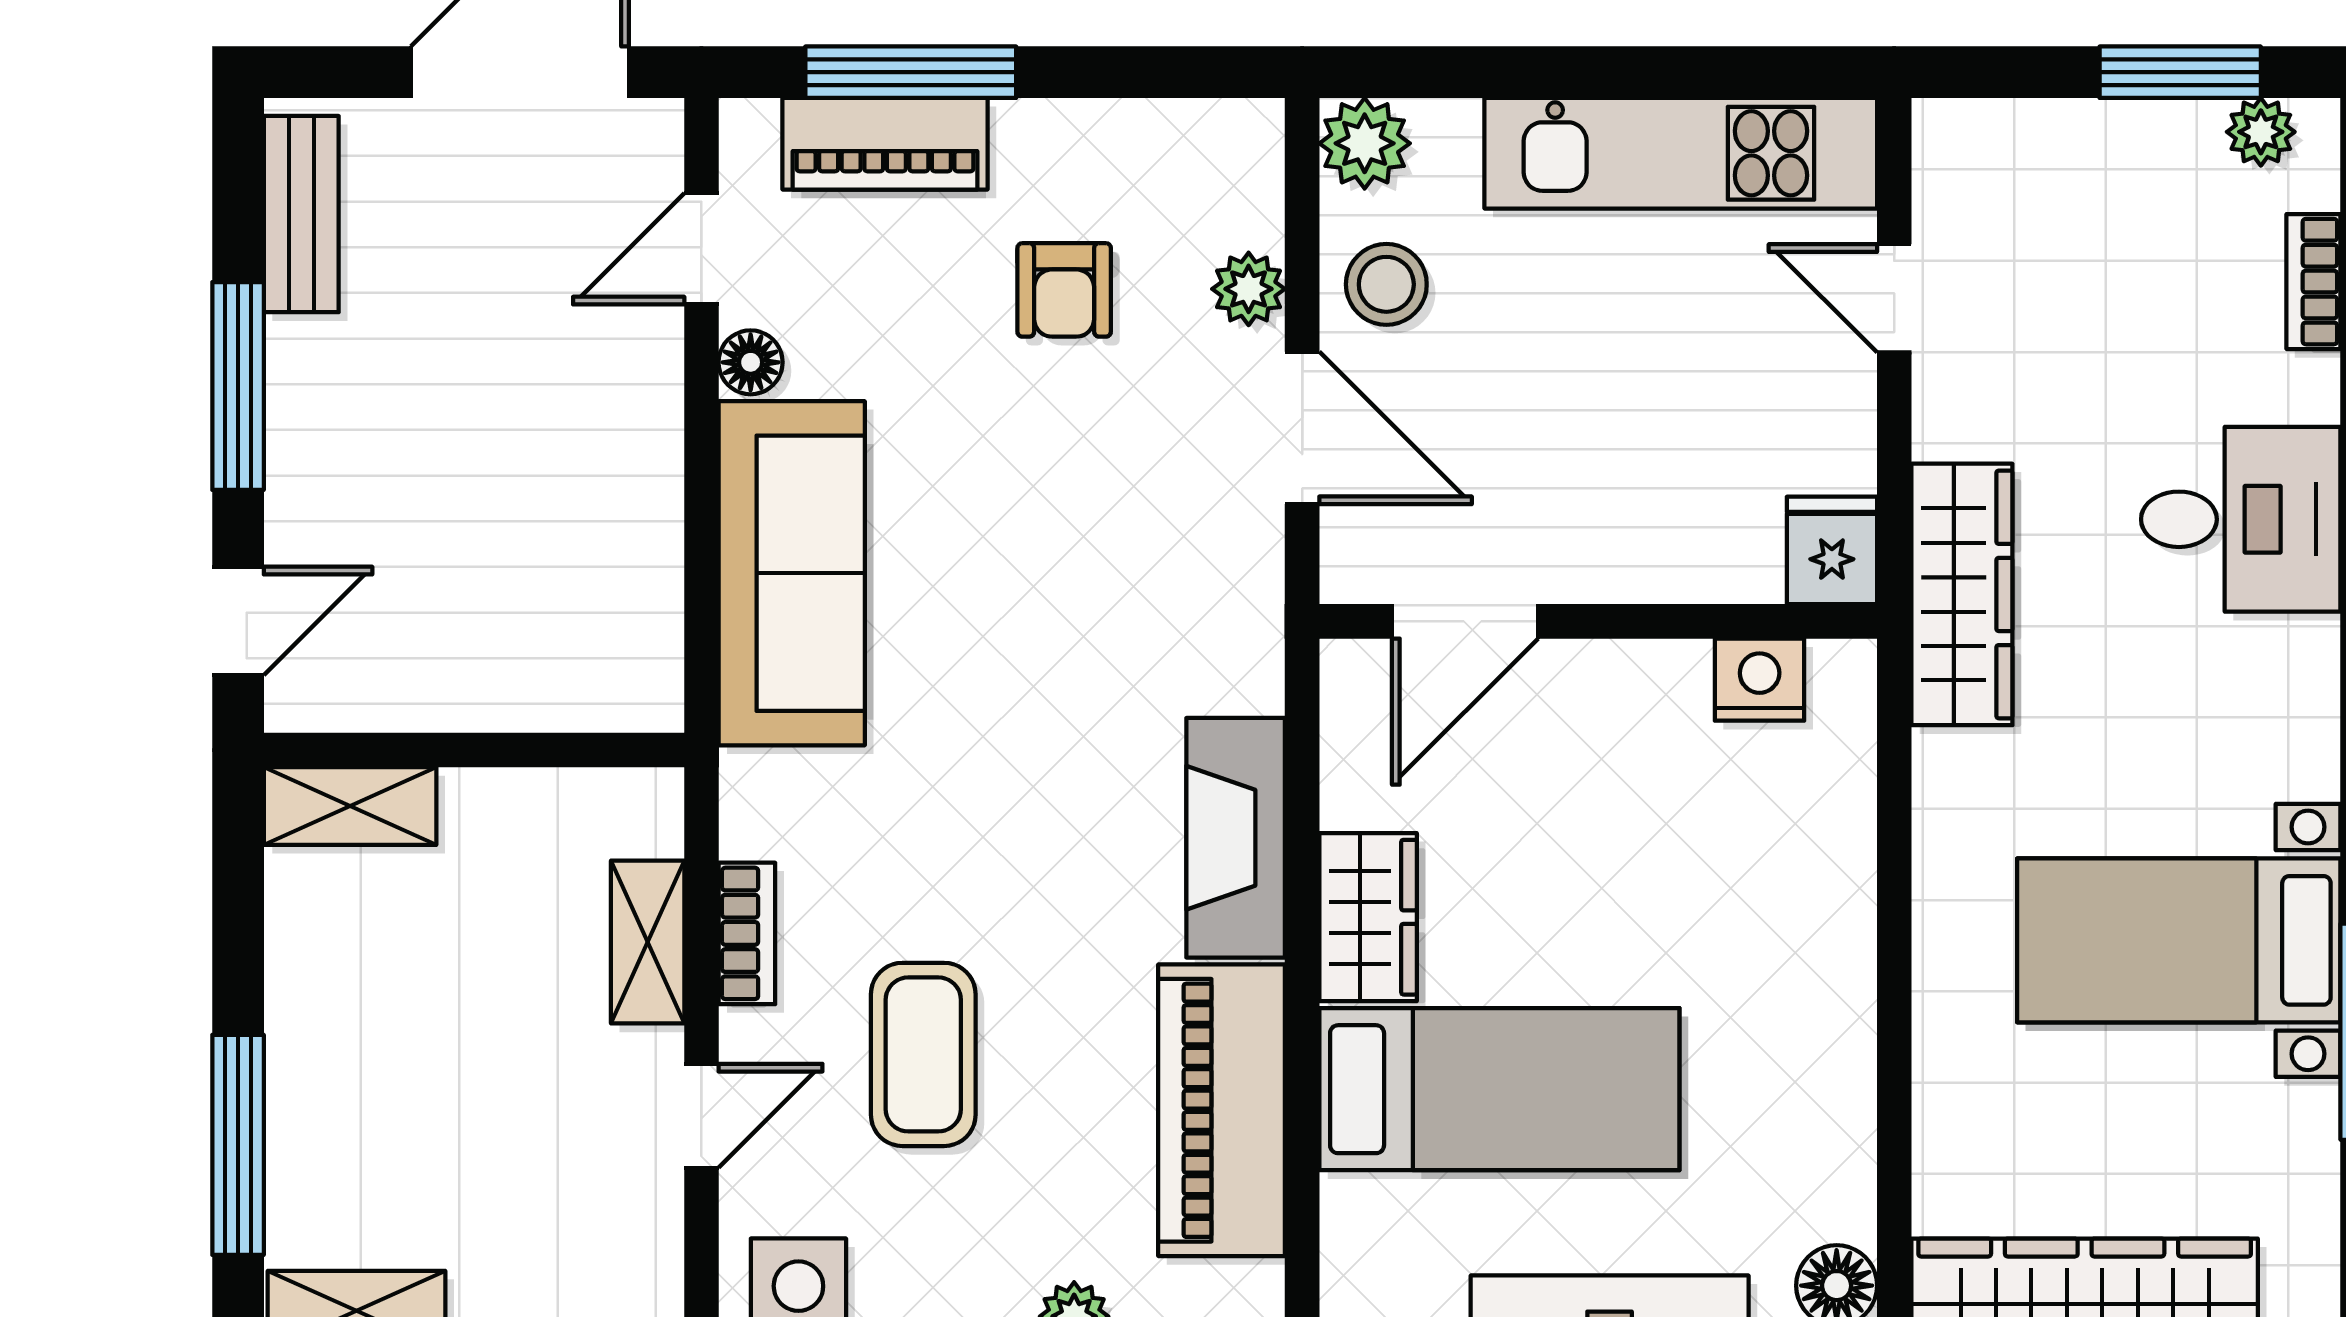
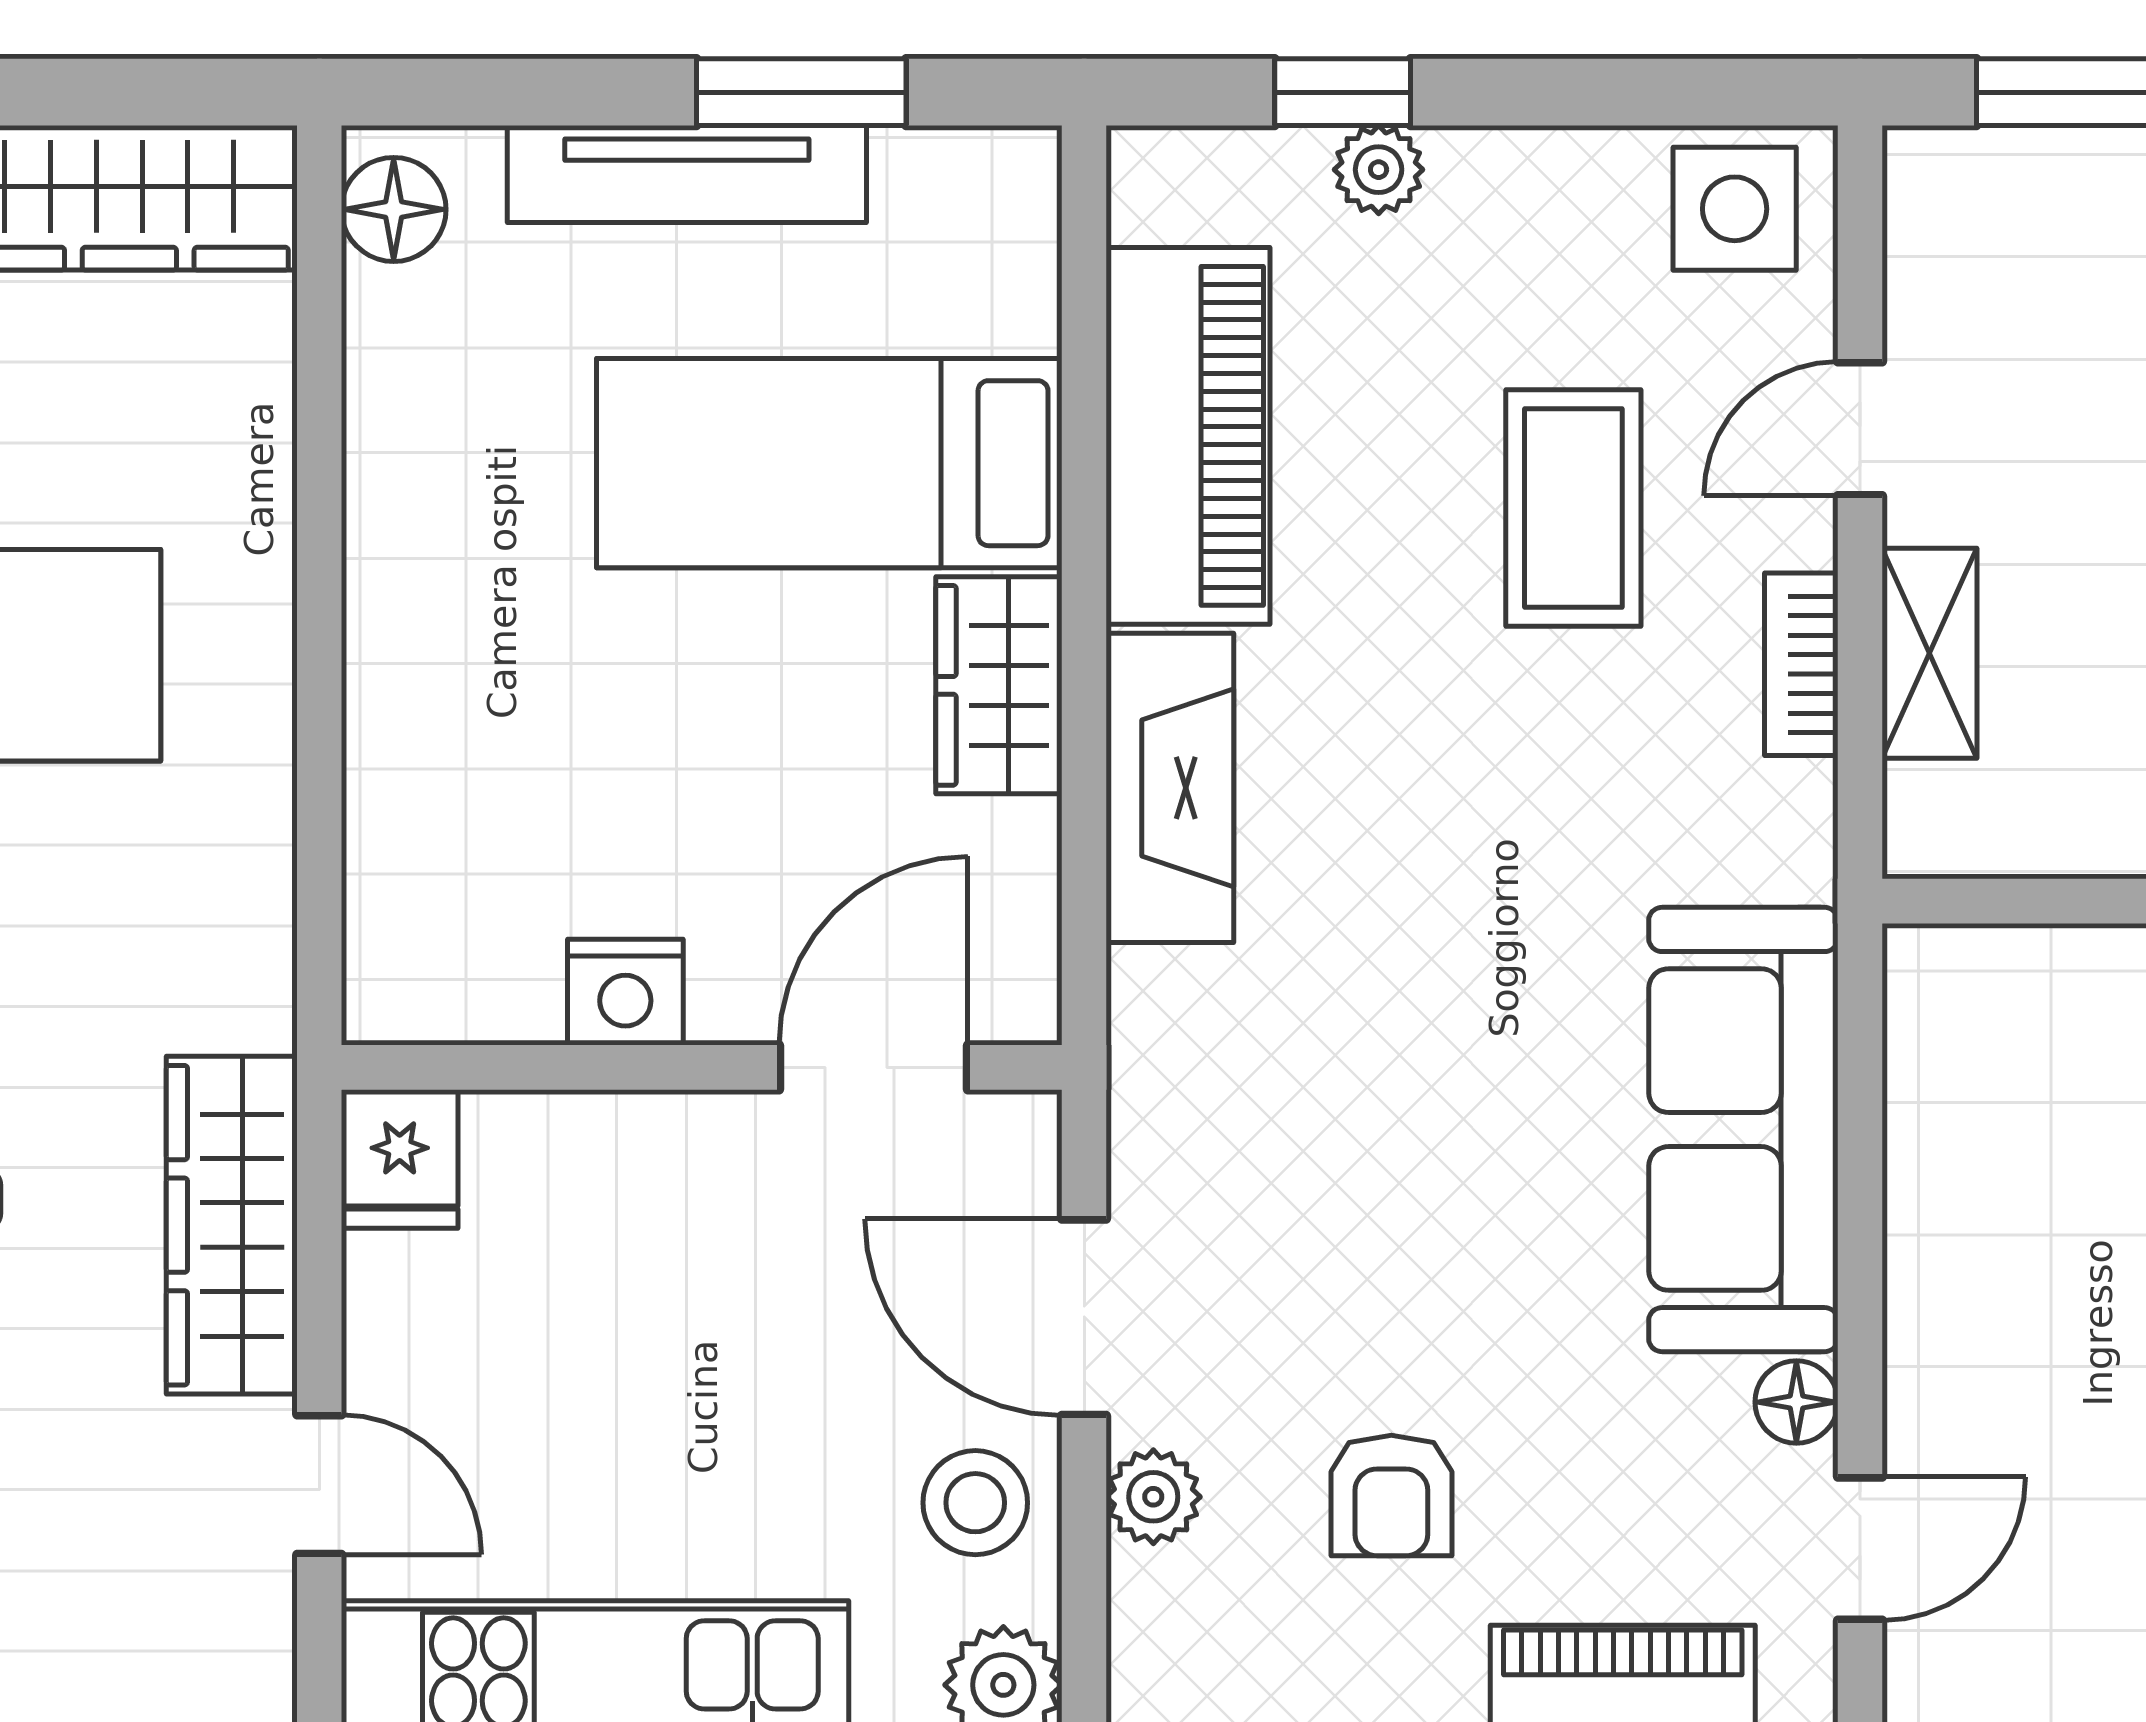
armchair: (1064, 290) -> (1391, 1495), turned 180
wardrobe: (1962, 594) -> (232, 1225), moved
nightstand: (1760, 680) -> (625, 992), moved

